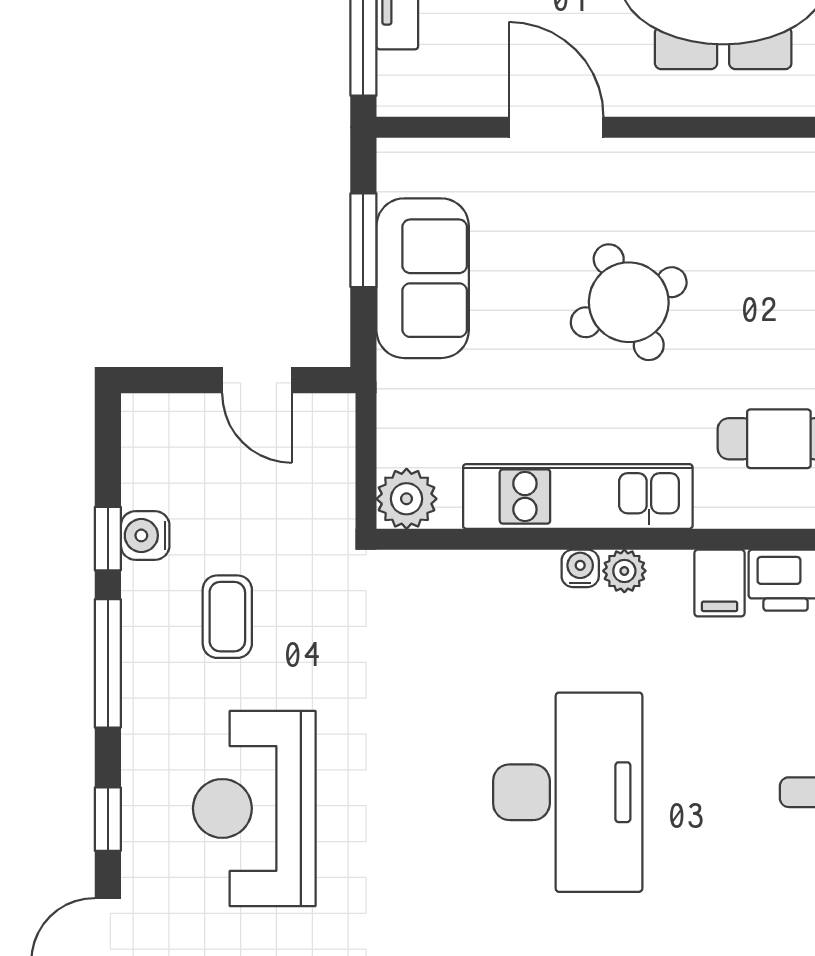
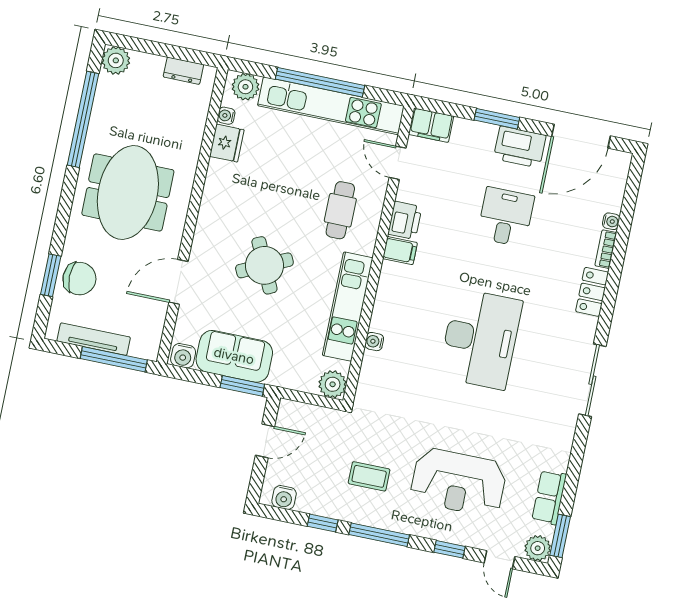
water cooler: (401, 169) -> (183, 356), added
window: (363, 240) -> (242, 386), moved
water cooler: (145, 535) -> (284, 497), moved
water cooler: (580, 568) -> (374, 342), moved
plant: (624, 571) -> (386, 293), removed
desk: (568, 792) -> (480, 339), turned 90

